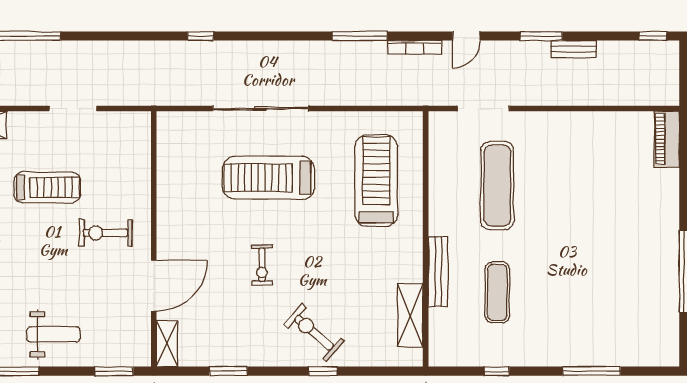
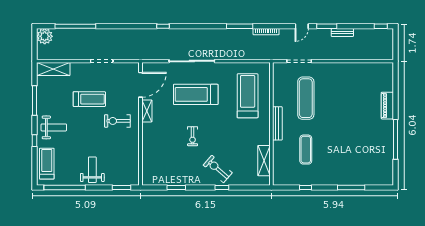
door: (466, 36) -> (302, 26), moved
piano: (667, 139) -> (387, 106), moved
bench: (438, 272) -> (277, 123), moved
door: (154, 286) -> (141, 85), moved
weight bench: (54, 334) -> (92, 170), turned -90
shelving: (167, 344) -> (147, 111), moved

